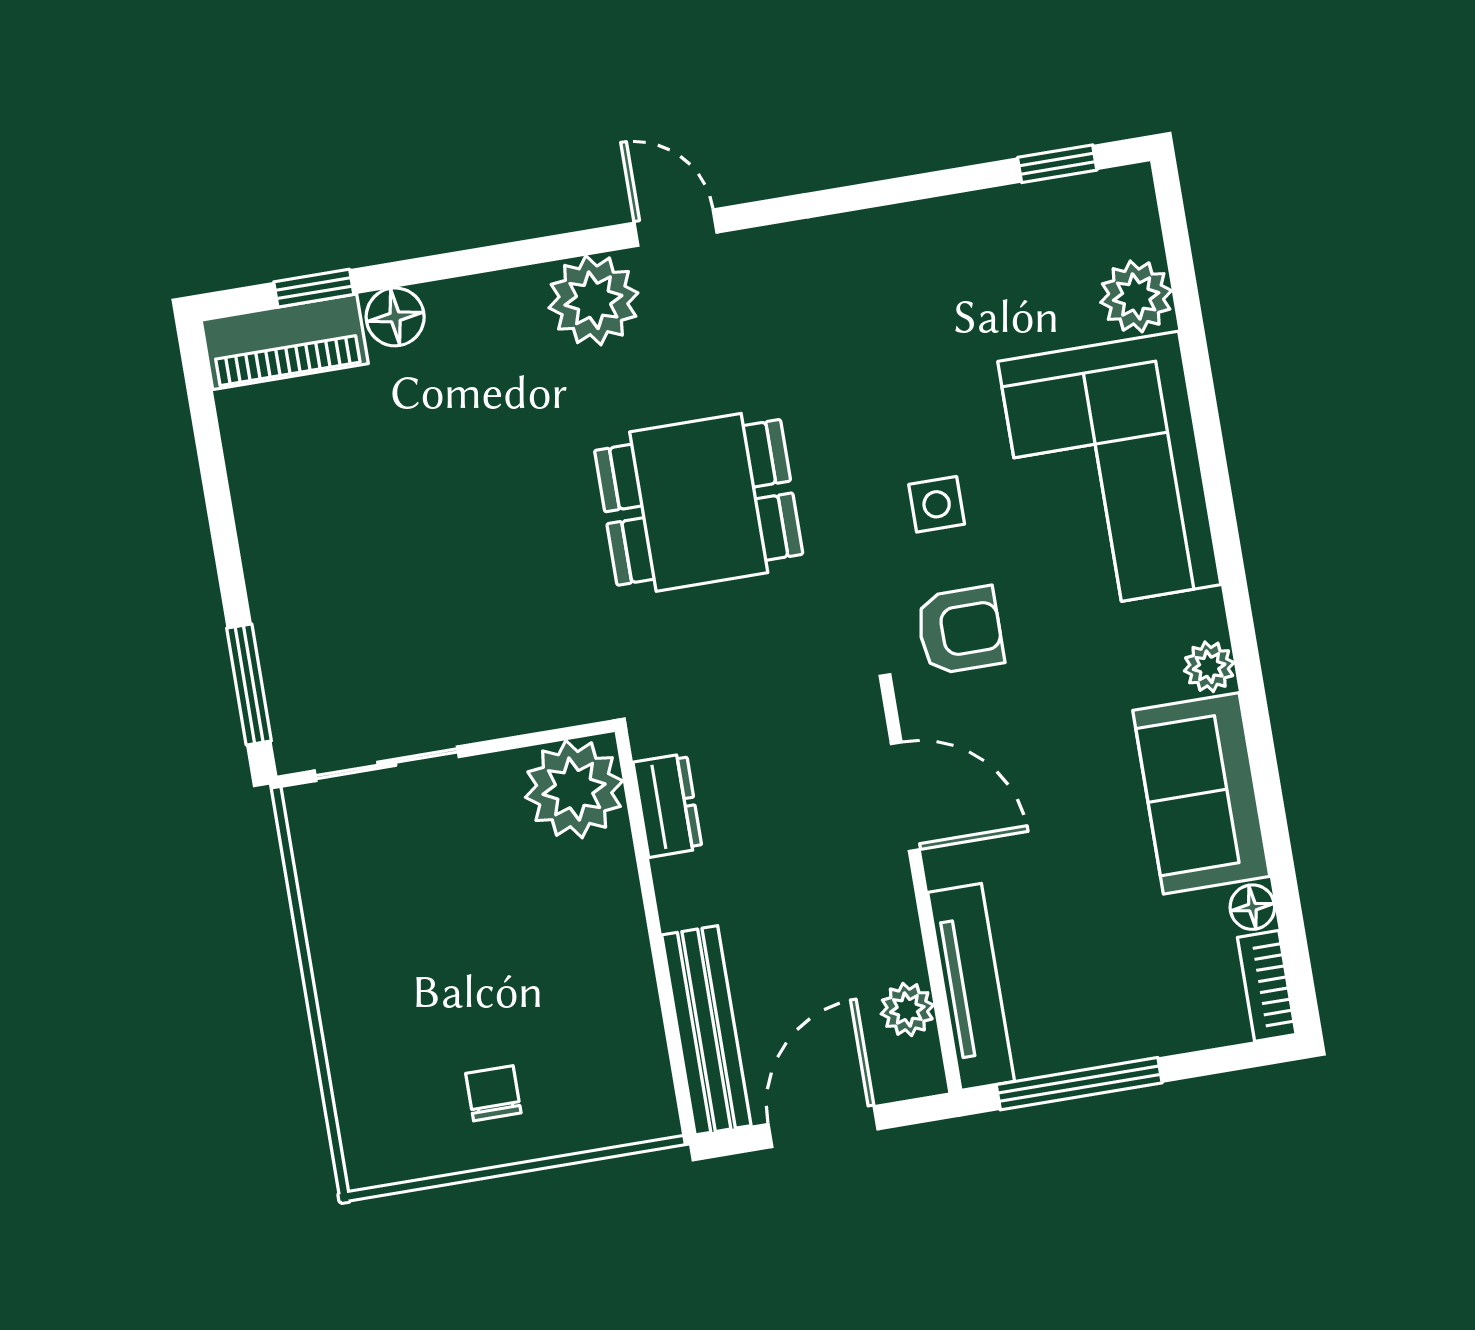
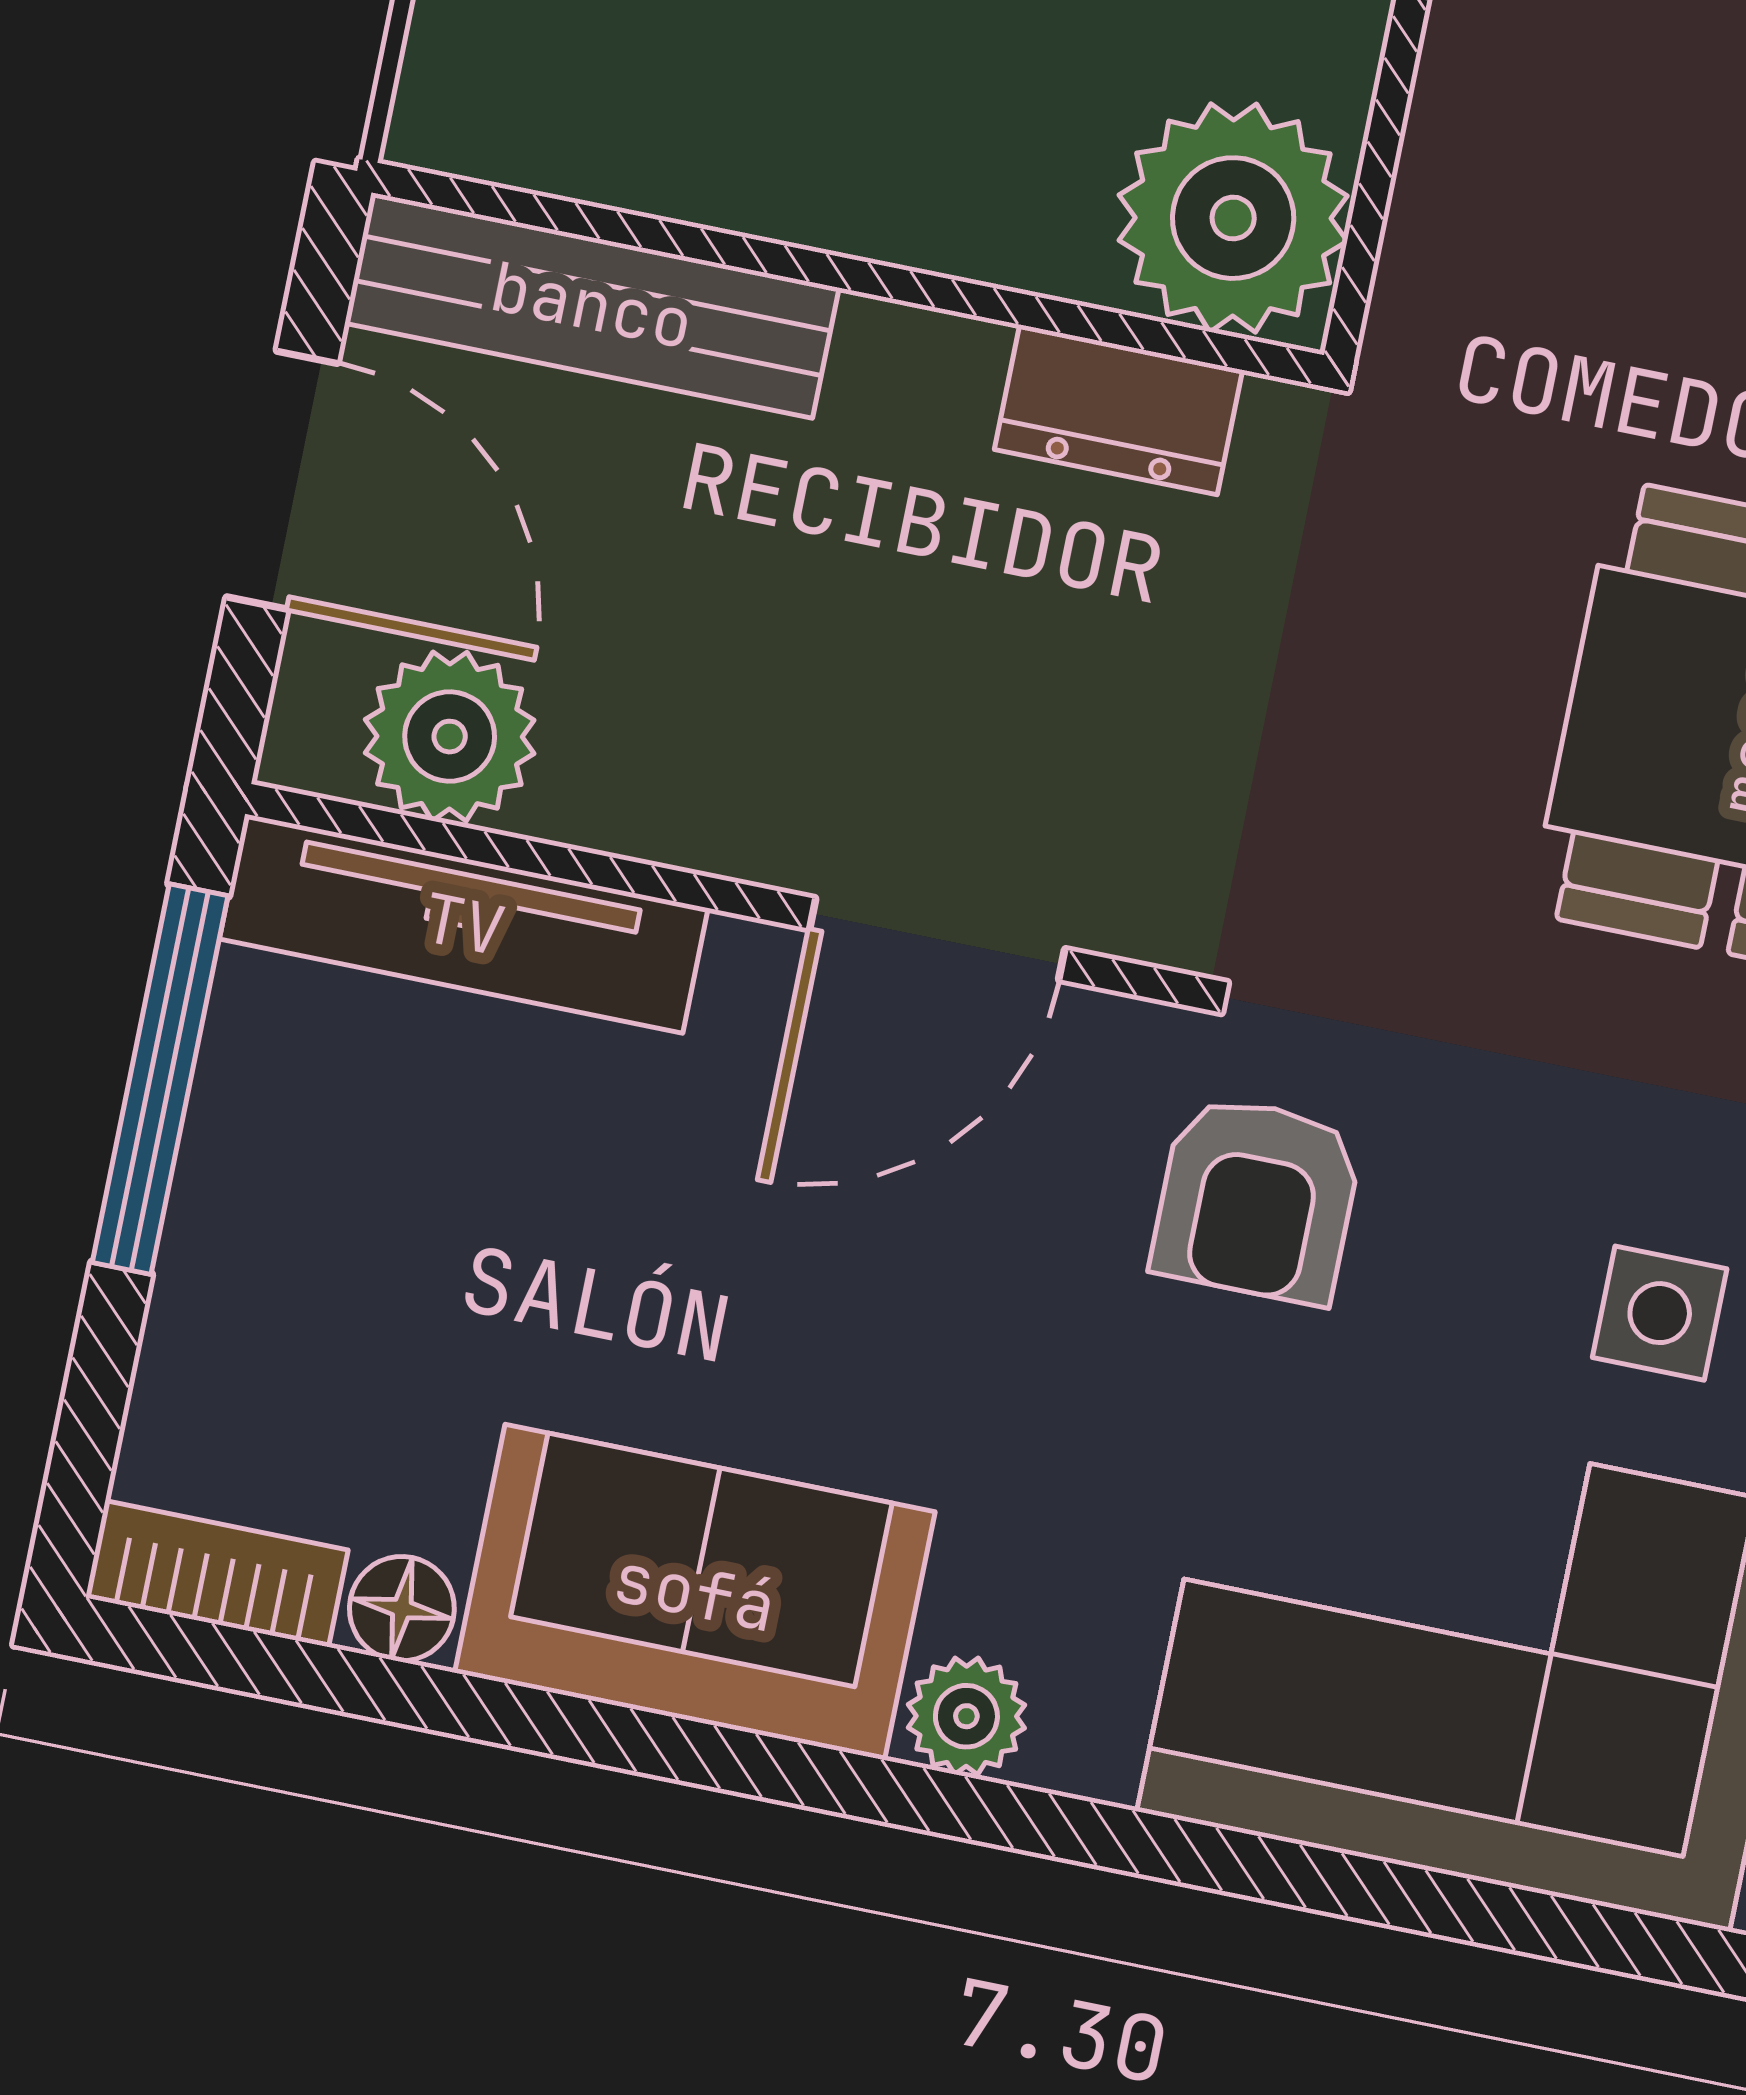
side table: (937, 504) -> (1660, 1313), moved
plant: (907, 1009) -> (450, 737), width x1.38, depth x1.38

